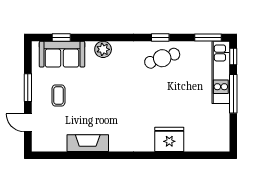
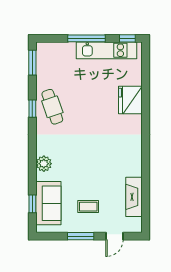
window: (233, 57) -> (127, 38), moved
kitchen unit: (221, 72) -> (107, 50), moved
fireplace: (88, 143) -> (134, 197), moved

